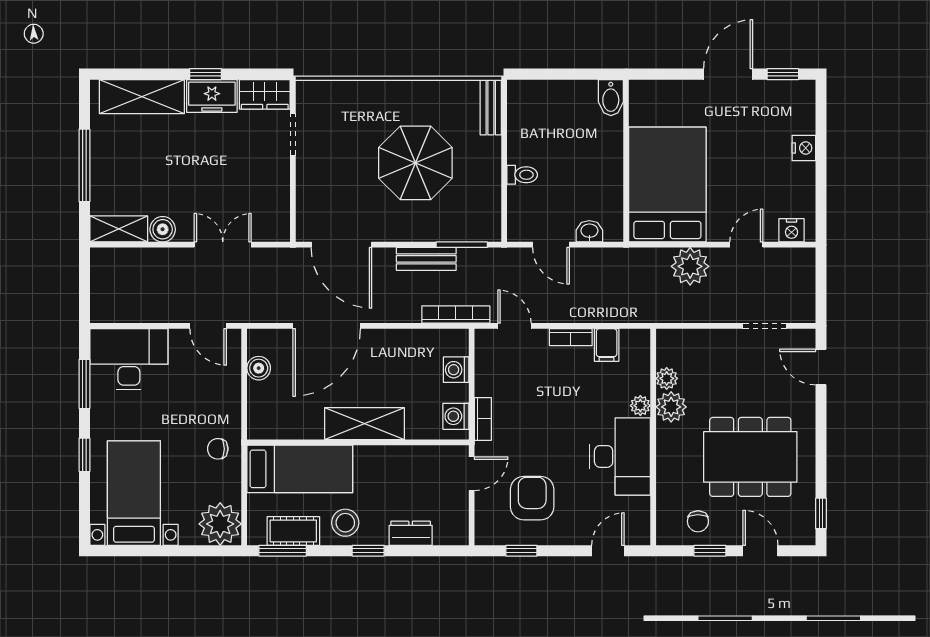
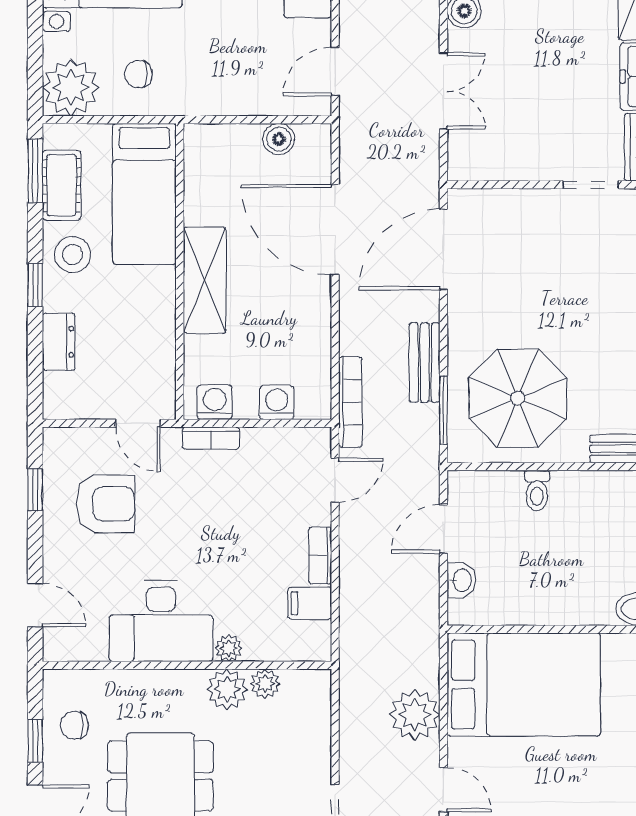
parasol: (415, 163) -> (518, 398), moved
chair: (218, 449) -> (138, 74), moved, turned -90

